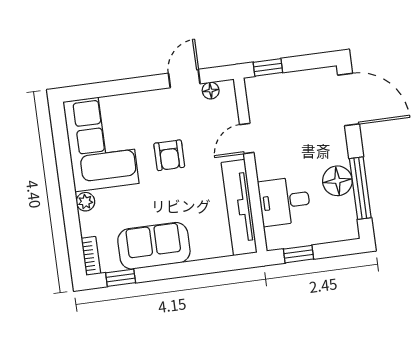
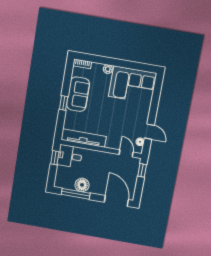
door: (349, 99) -> (116, 201), swing flipped
door: (247, 138) -> (126, 153), moved
armchair: (169, 155) -> (117, 114), removed
desk: (284, 201) -> (70, 156), moved, turned -90
window: (121, 278) -> (64, 103), moved

